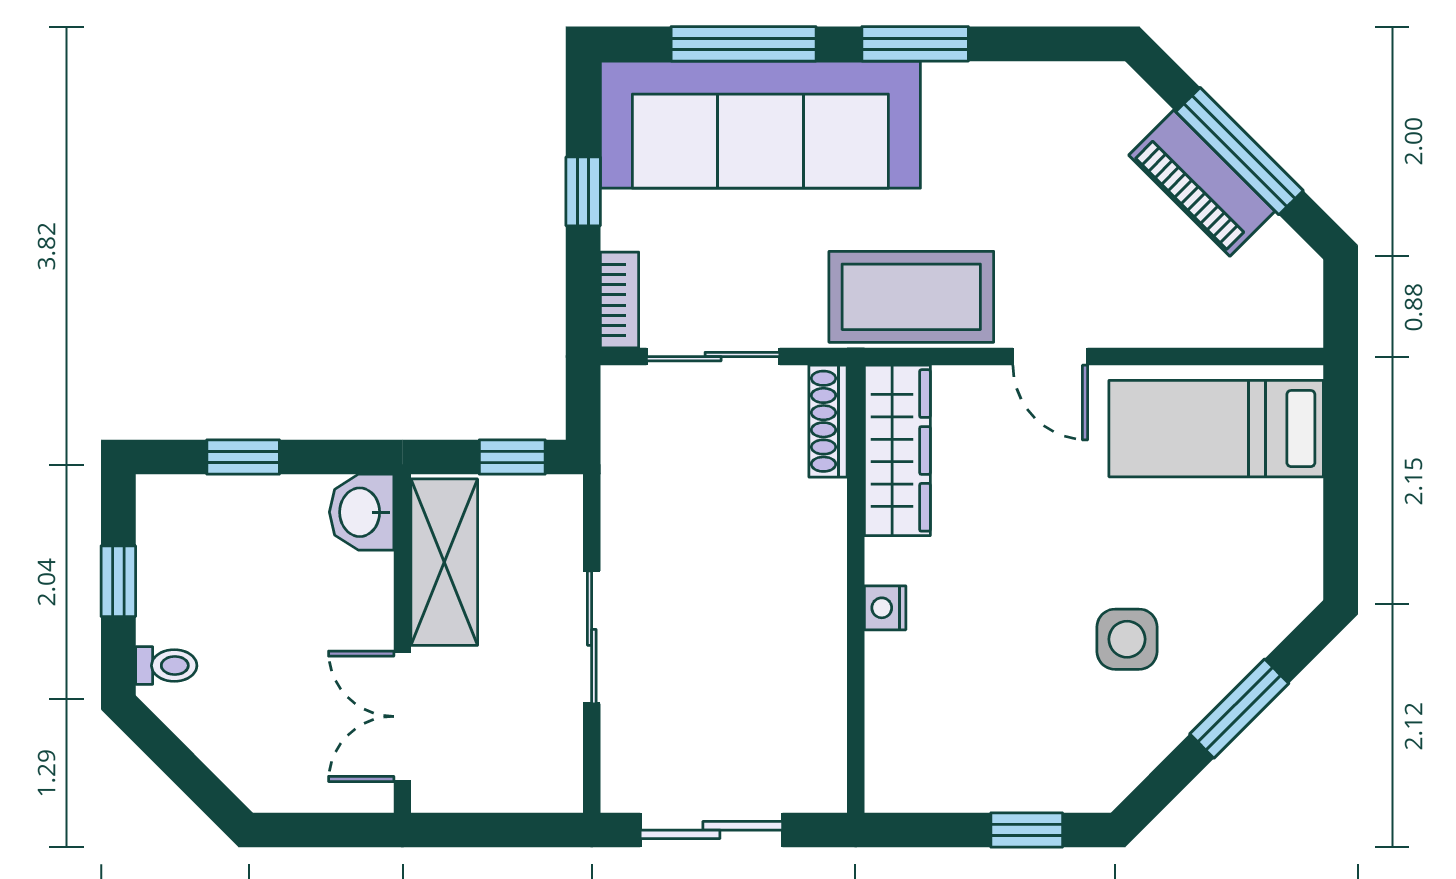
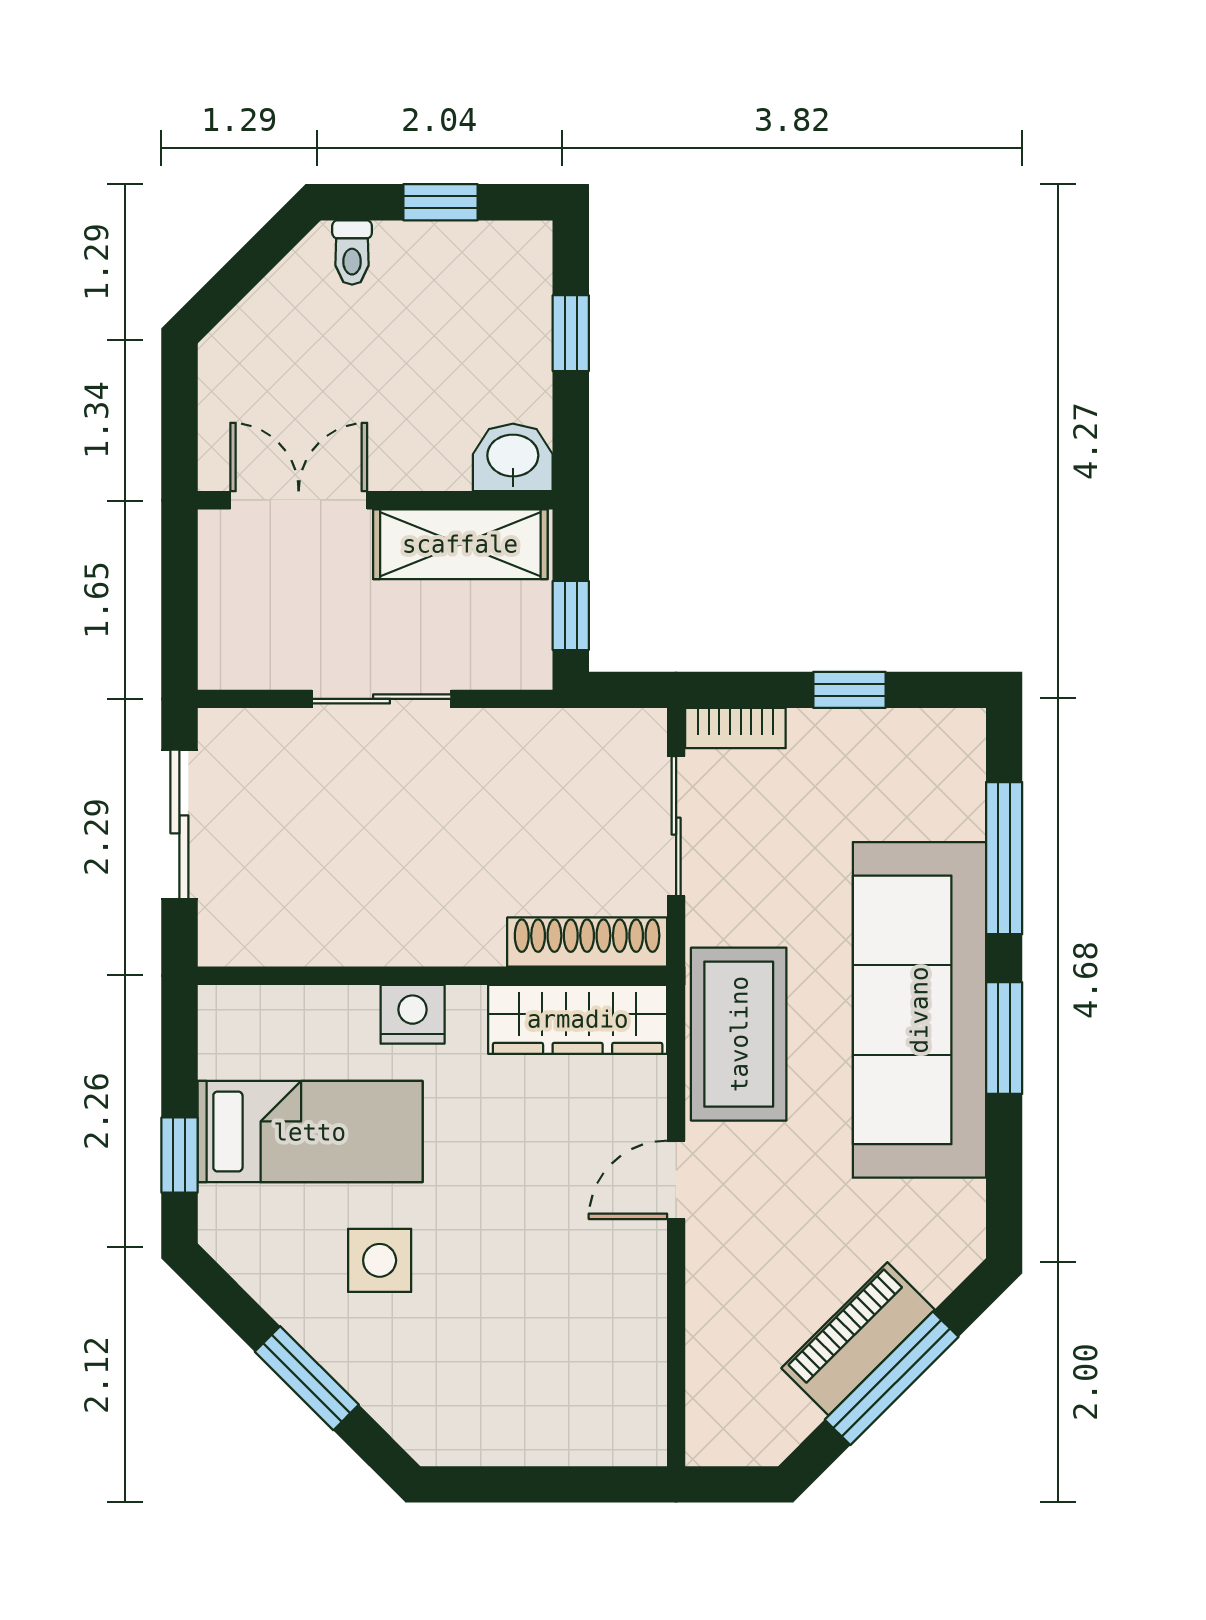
sofa: (760, 125) -> (919, 1010), moved
shoe rack: (828, 421) -> (587, 942), width x1.36, depth x1.24
bed: (1216, 429) -> (310, 1132), moved, turned 90
nightstand: (885, 608) -> (413, 1014), width x1.39, depth x1.35

